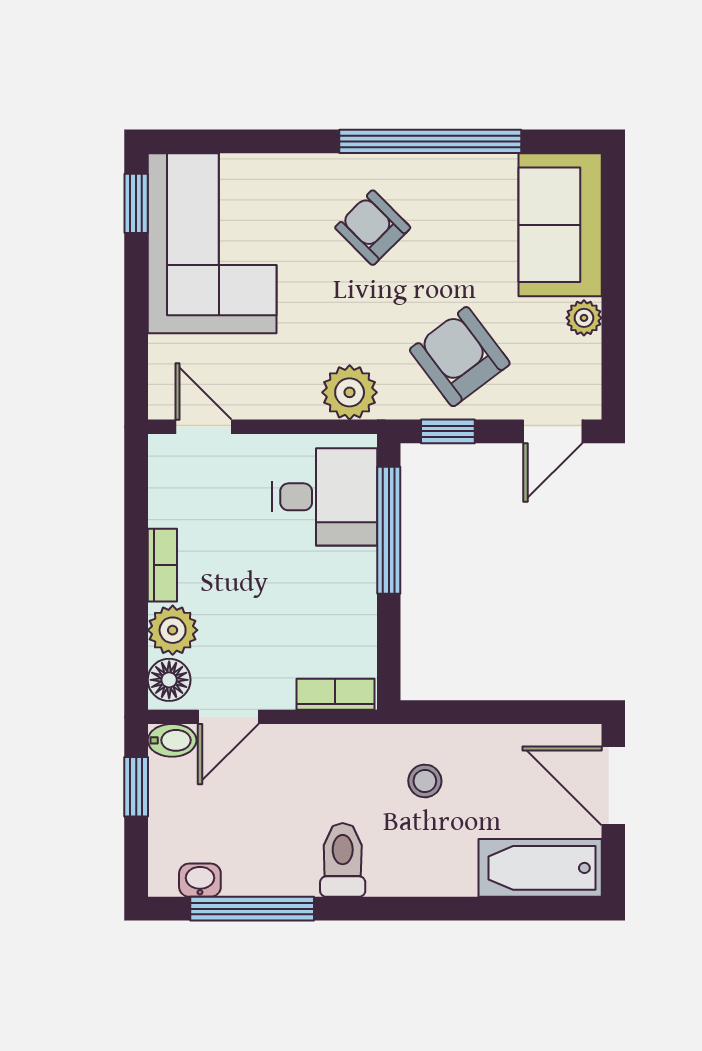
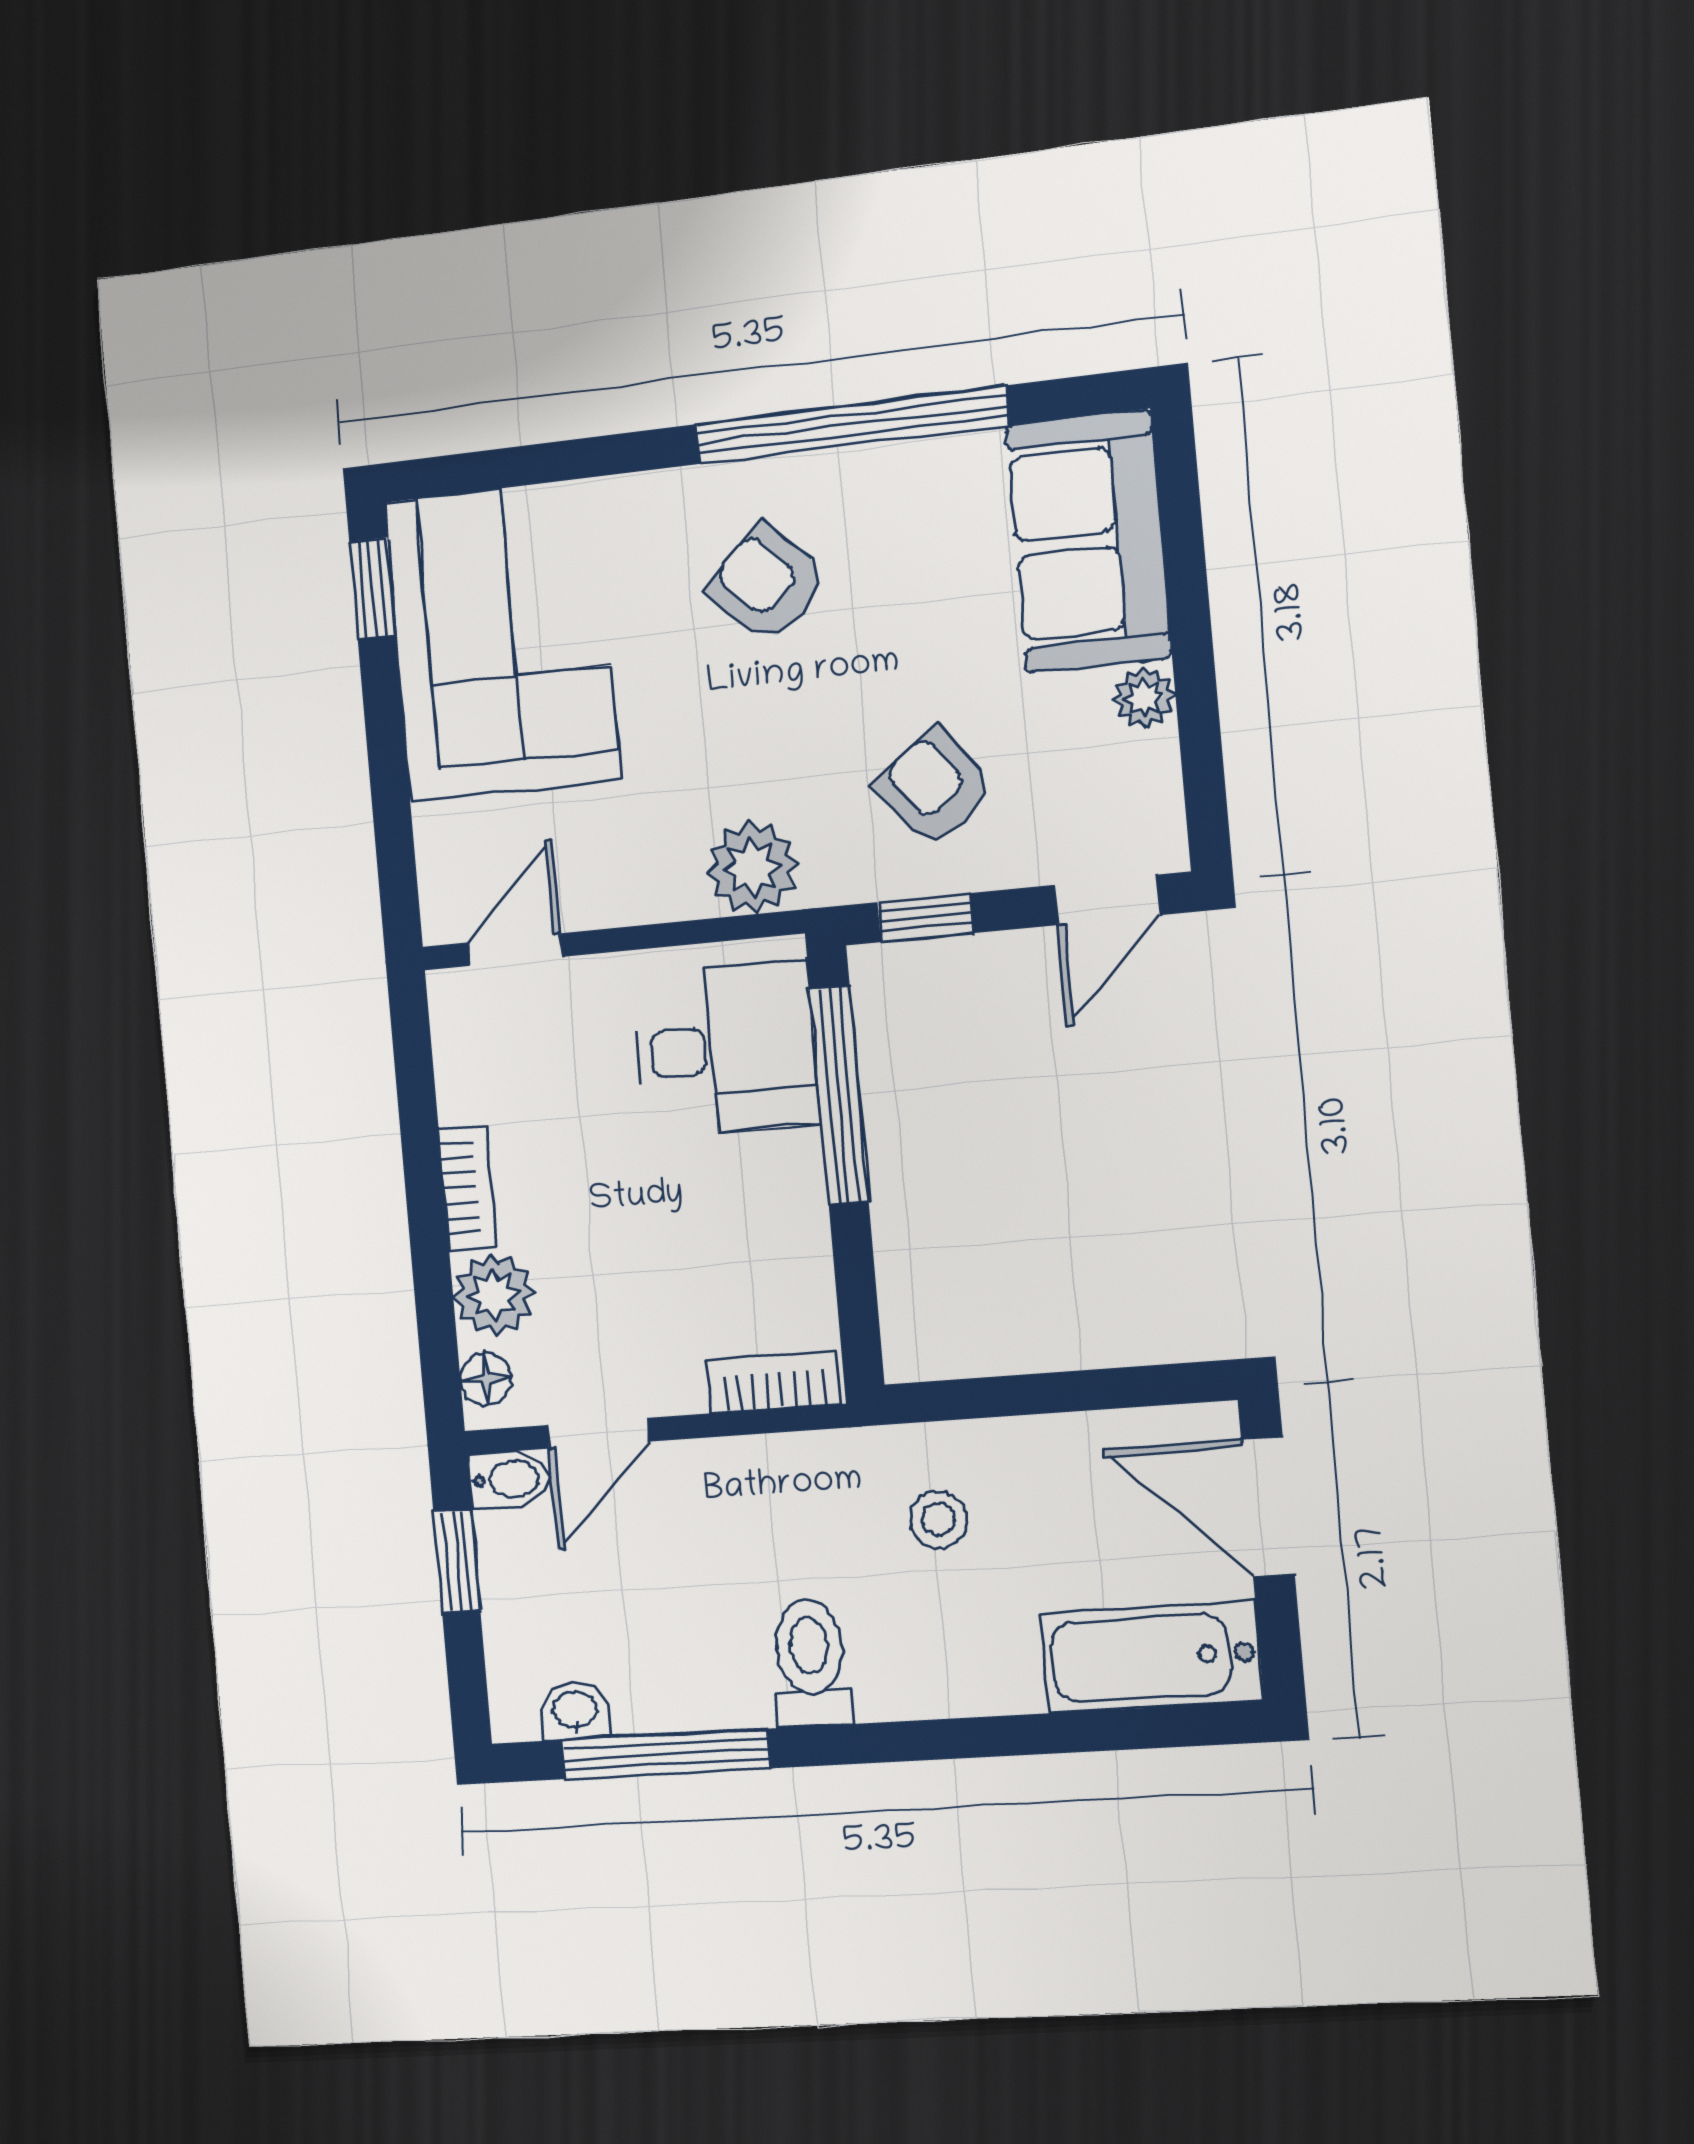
armchair: (460, 357) -> (935, 787), width x0.72, depth x0.72
door: (204, 427) -> (515, 950), hinge flipped
floor lamp: (169, 680) -> (486, 1379), width x0.73, depth x0.73

